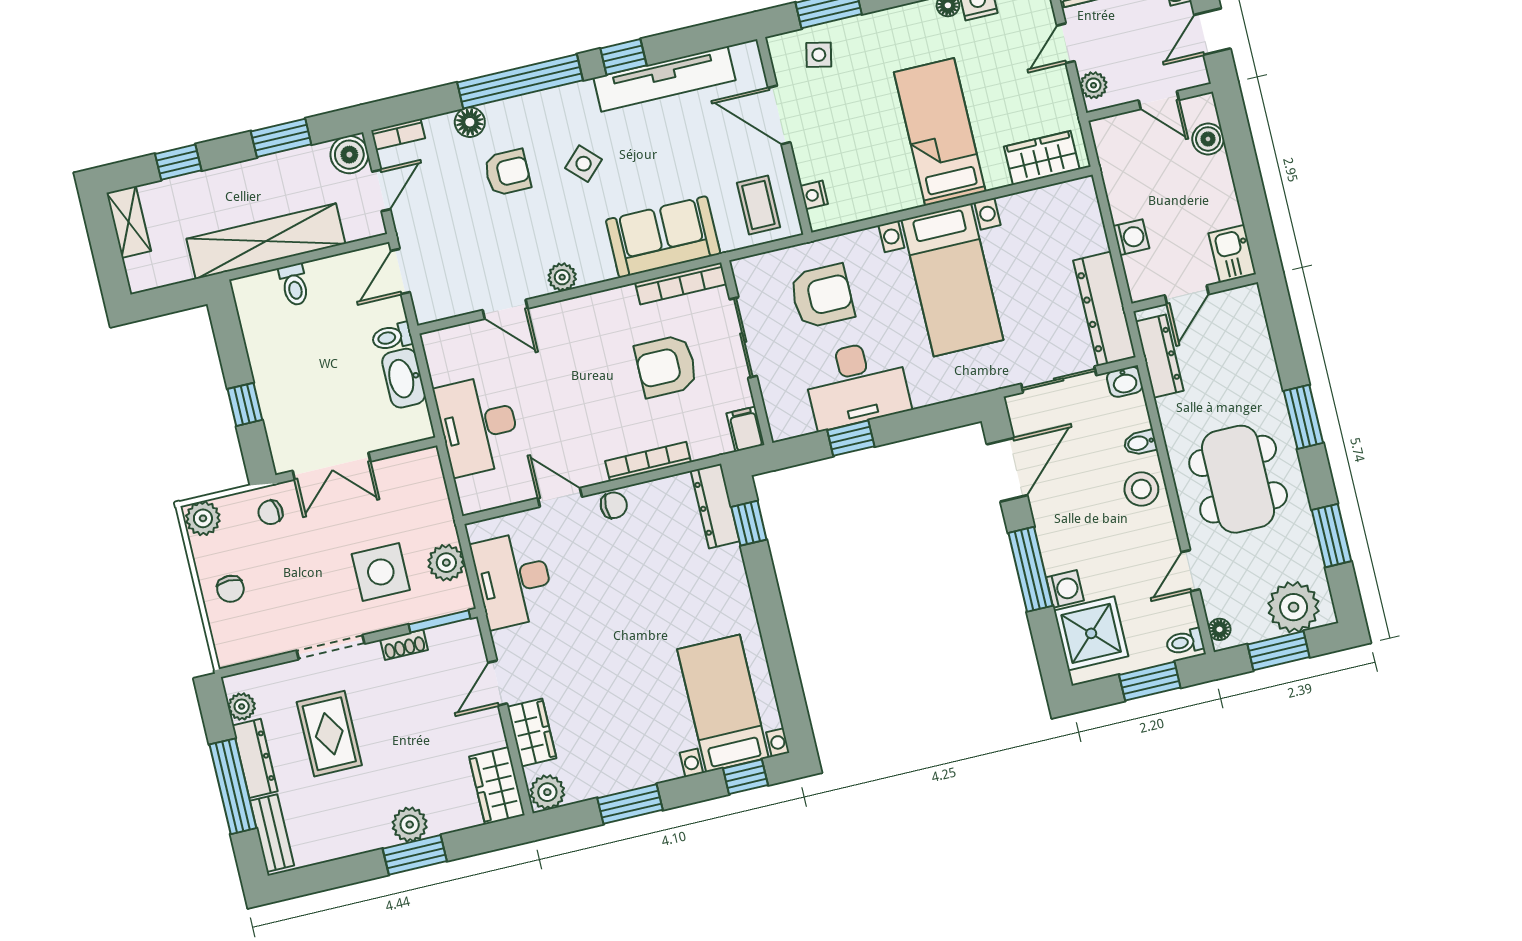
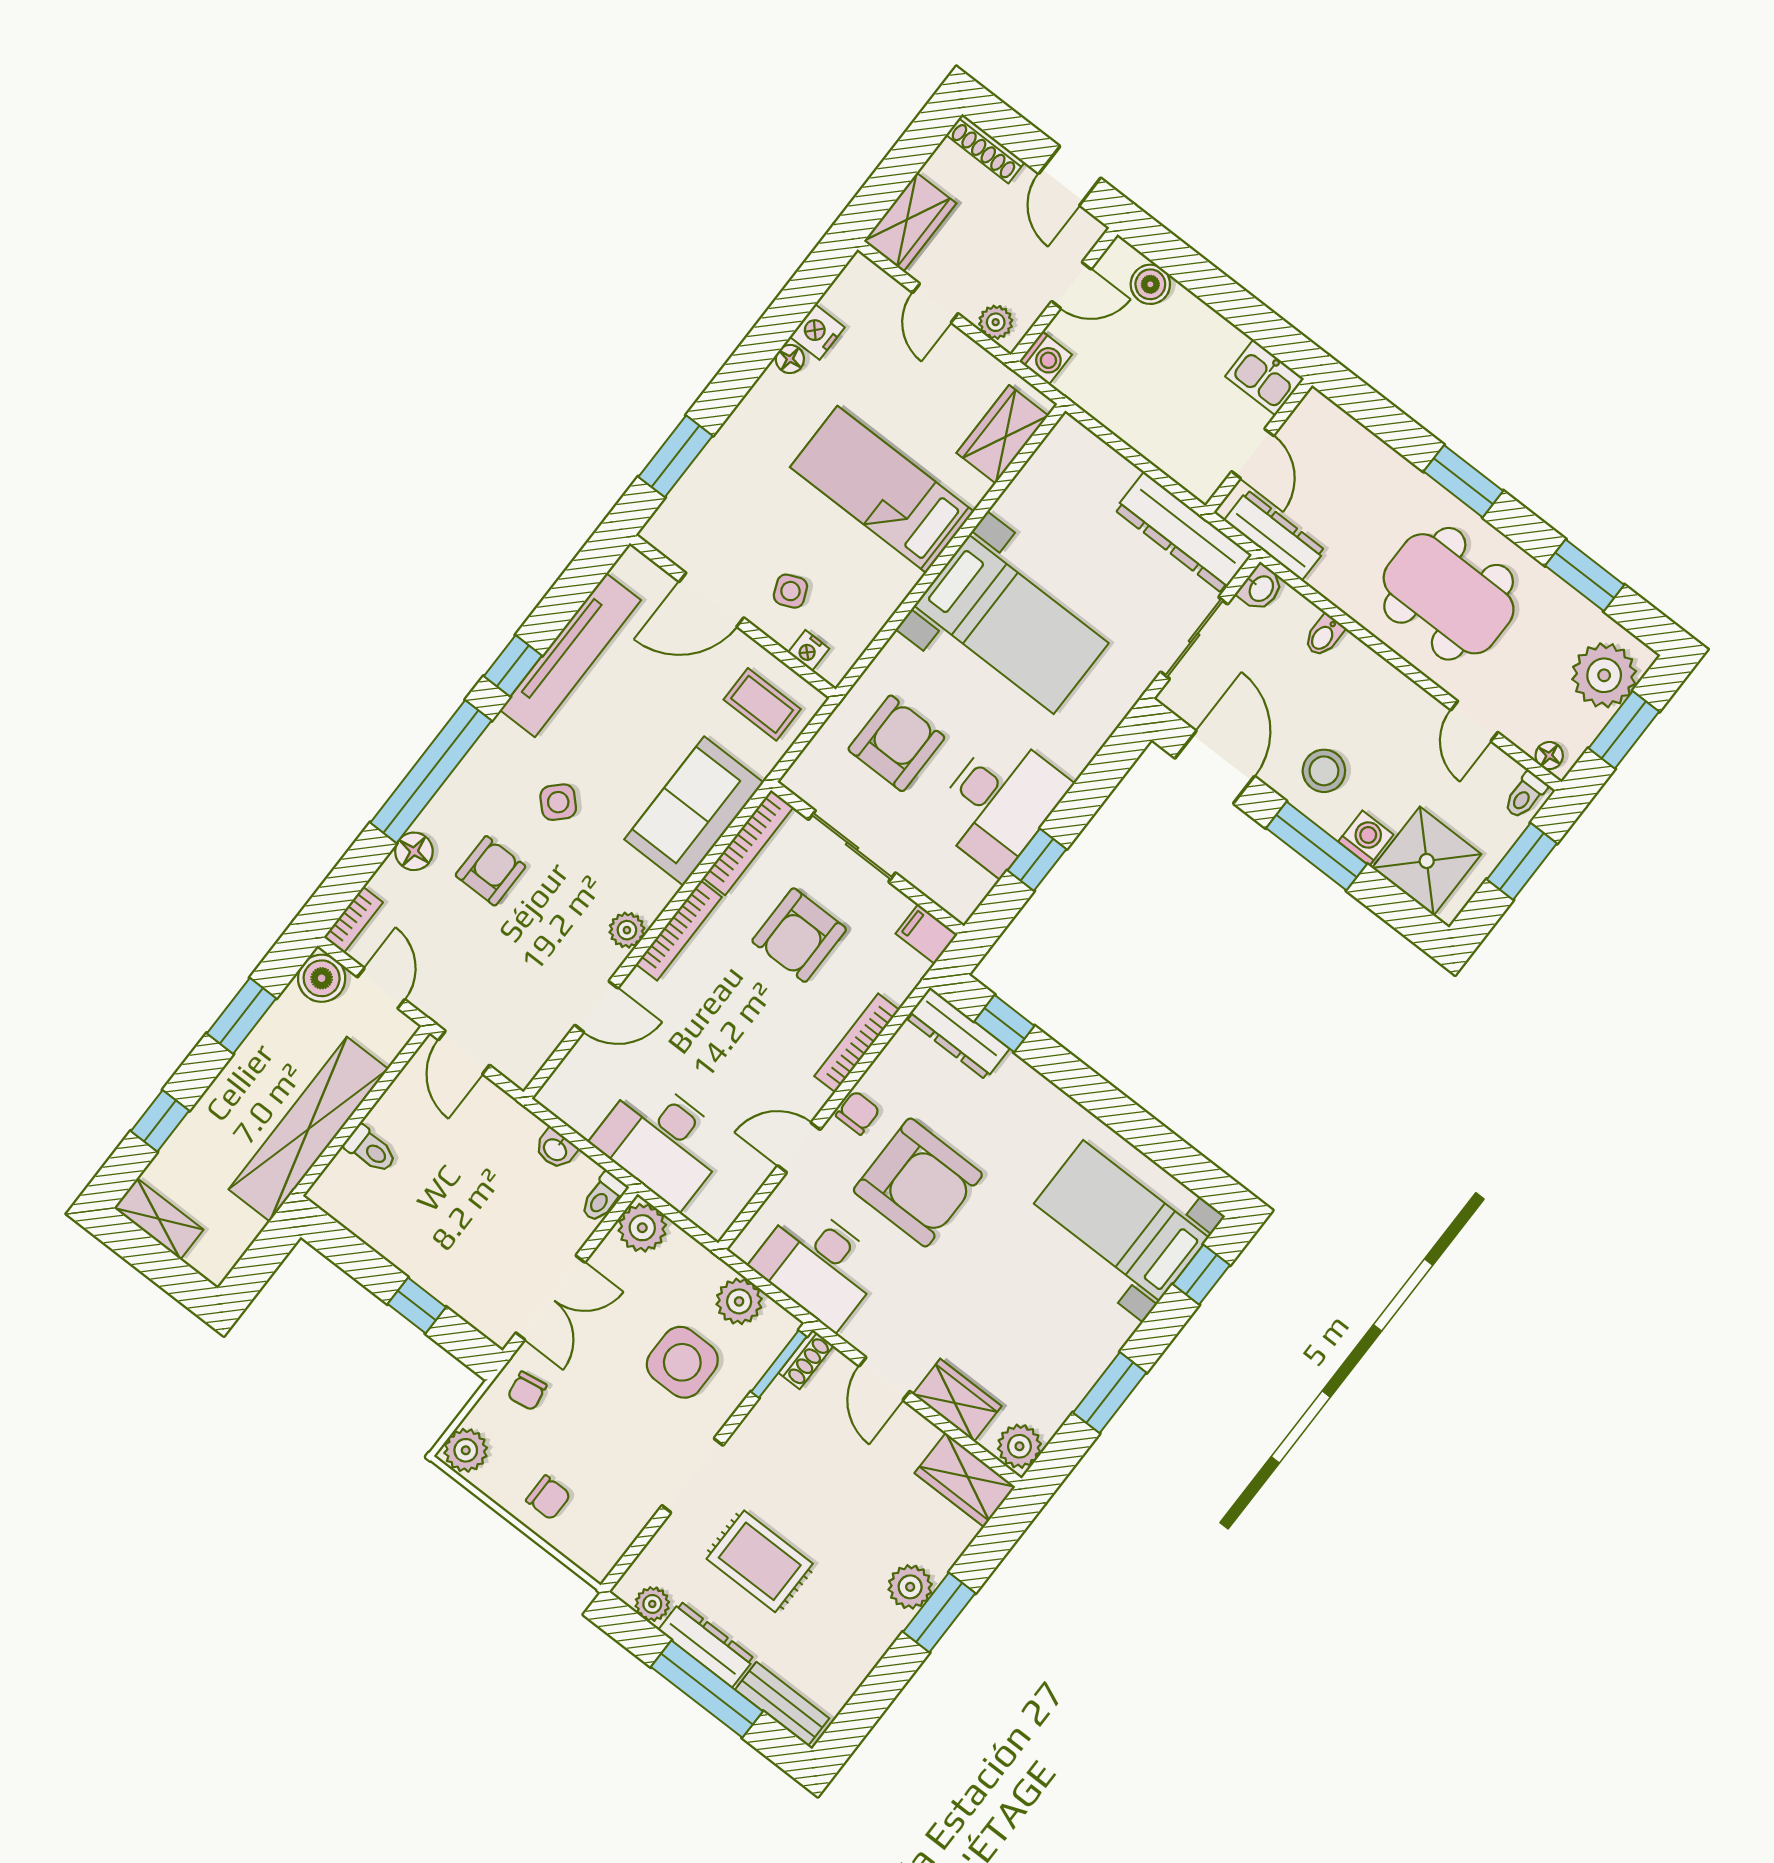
side table: (819, 55) -> (790, 591), moved, turned -35
washing machine: (1131, 237) -> (1045, 358), moved, turned 90
bookcase: (594, 303) -> (679, 931), added
toilet: (392, 337) -> (603, 1197), moved
washbasin: (404, 378) -> (556, 1149), width x0.52, depth x0.69
plant: (423, 469) -> (642, 1228), added
stool: (1141, 489) -> (1324, 771), moved
armchair: (616, 578) -> (918, 1183), added
shoe rack: (404, 645) -> (806, 1359), moved

